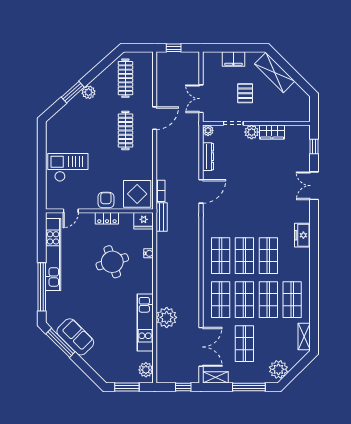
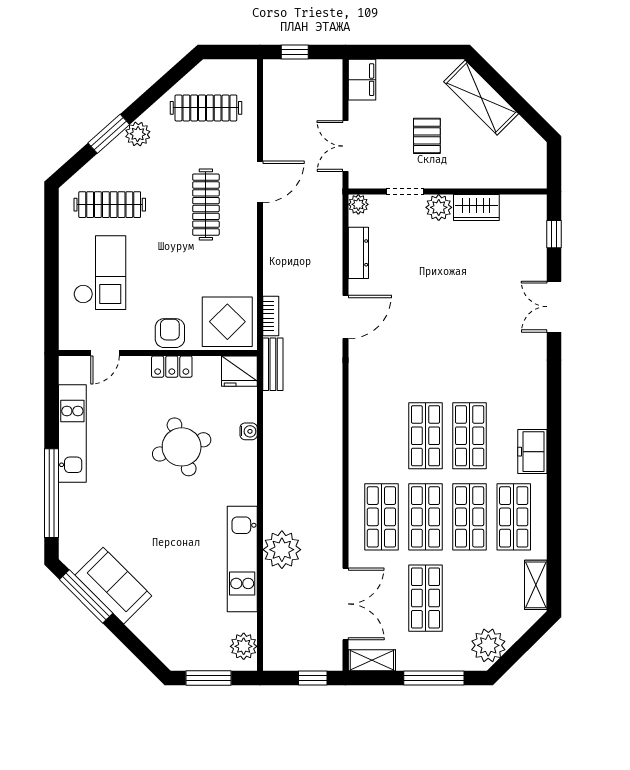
filing cabinet: (233, 59) -> (362, 80), moved, turned -90
clothes rail: (125, 78) -> (206, 108), turned 90
clothes rail: (73, 130) -> (110, 205), added
checkout: (68, 167) -> (100, 273), turned 90
freezer: (302, 235) -> (532, 452), moved
kitchen unit: (53, 255) -> (72, 434), width x0.73
shop shelf: (221, 256) -> (381, 436), removed

